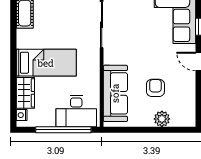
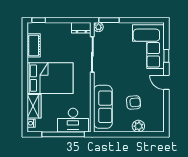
bed: (46, 63) -> (50, 78), width x1.50
armchair: (155, 88) -> (133, 103), turned 85

